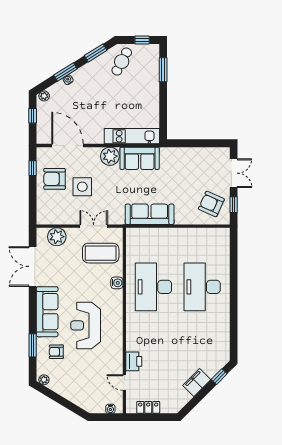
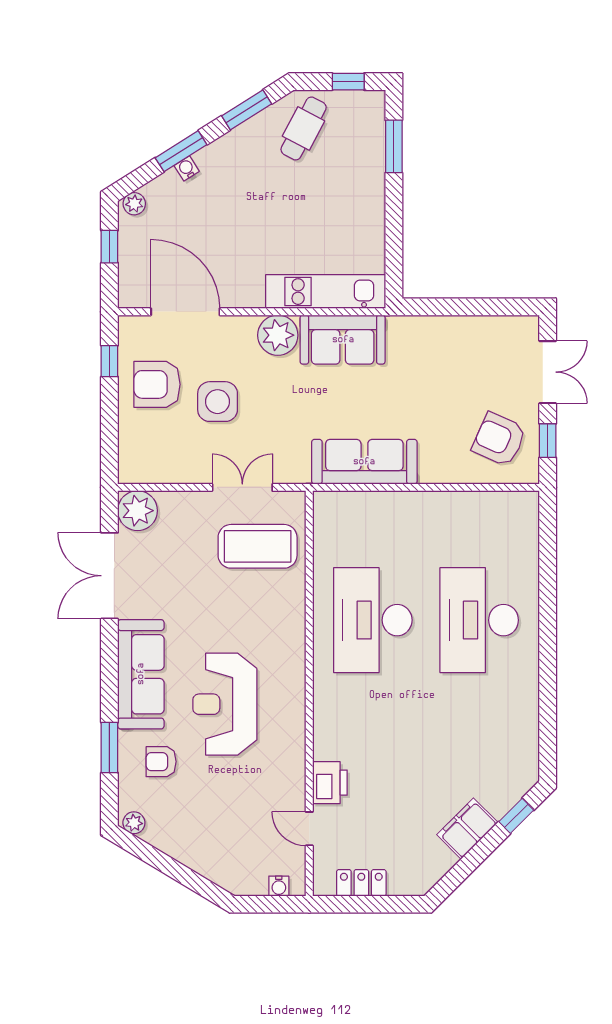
plant: (57, 237) -> (138, 511), moved
water cooler: (117, 283) -> (293, 611), removed

